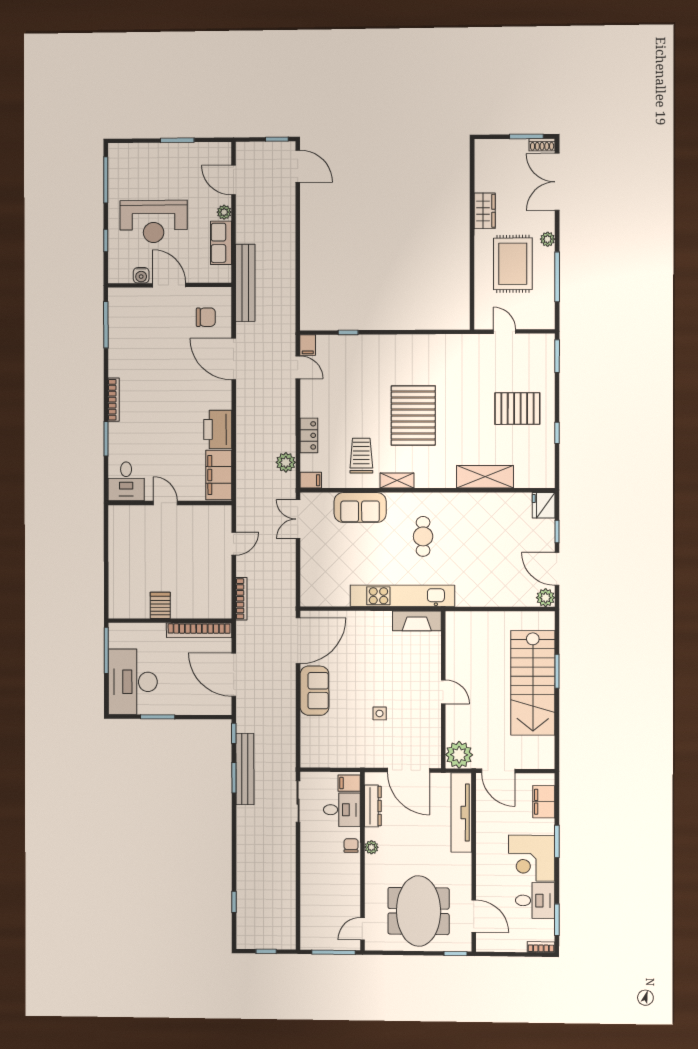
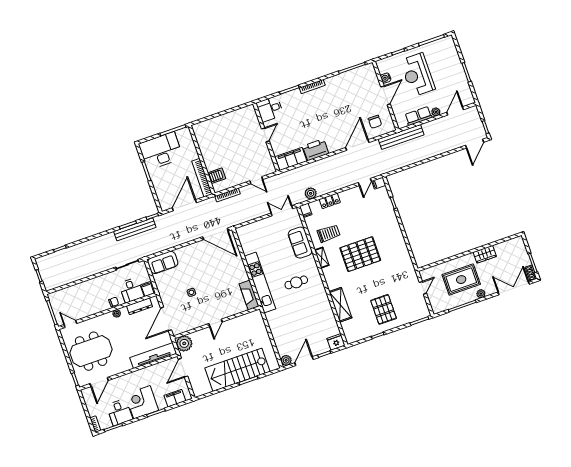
server rack: (160, 605) -> (217, 176), moved
sofa: (314, 691) -> (163, 262), moved

